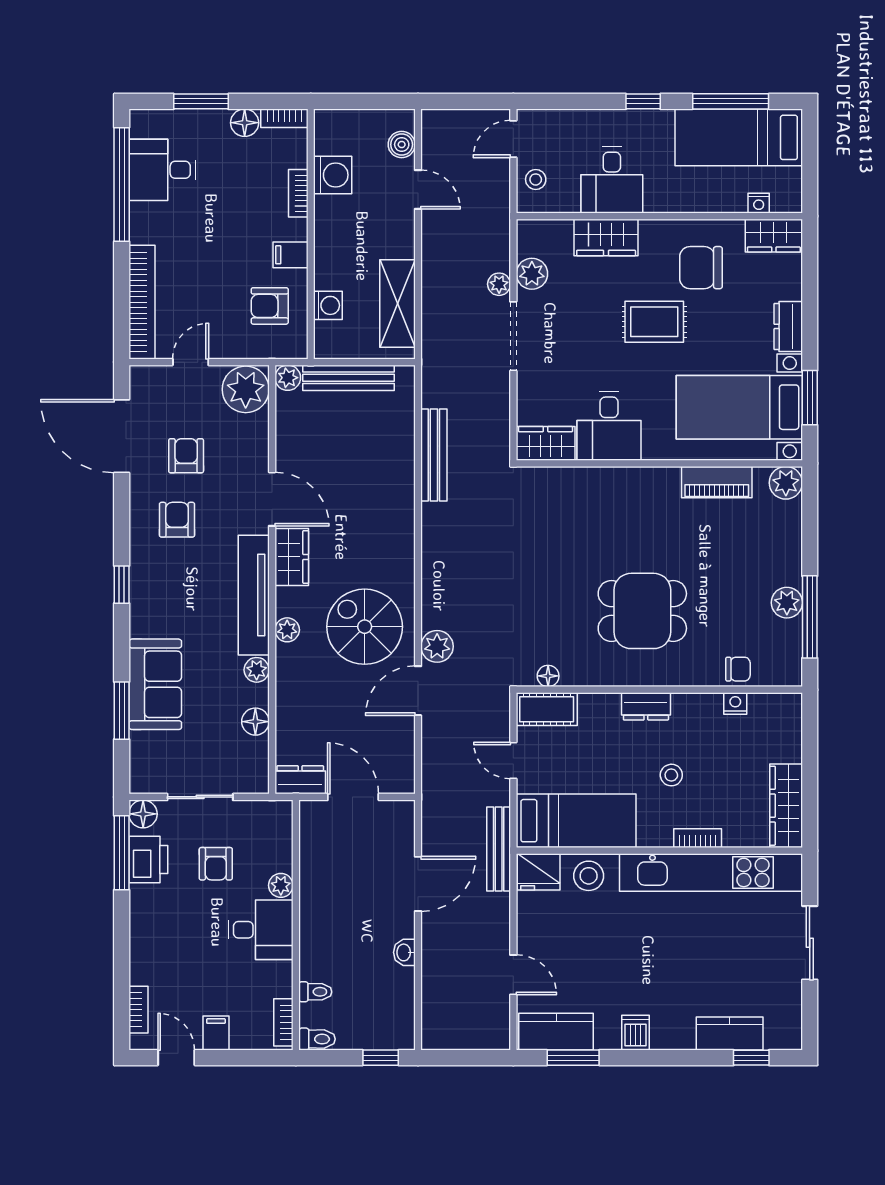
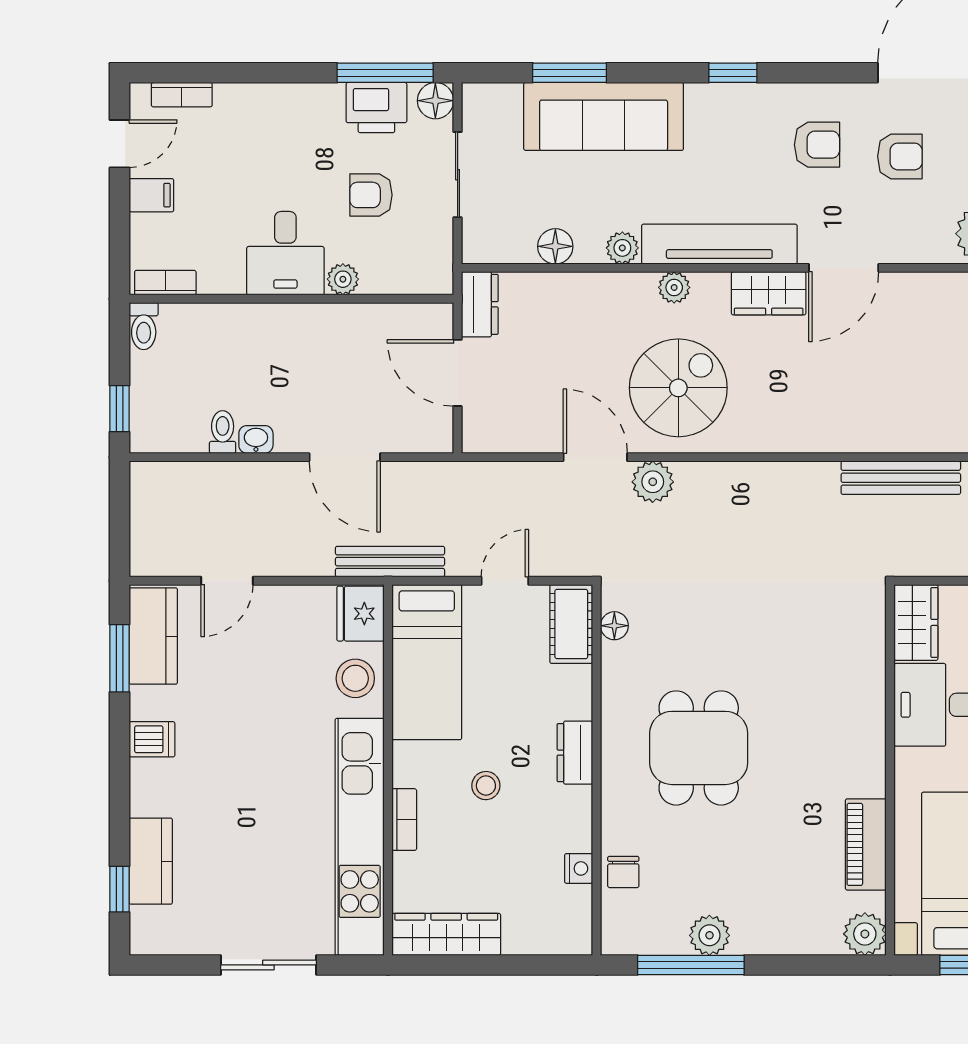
sofa: (155, 684) -> (604, 116), width x1.36
door: (353, 797) -> (458, 373), swing flipped
toilet: (315, 992) -> (223, 432), moved, turned 180

